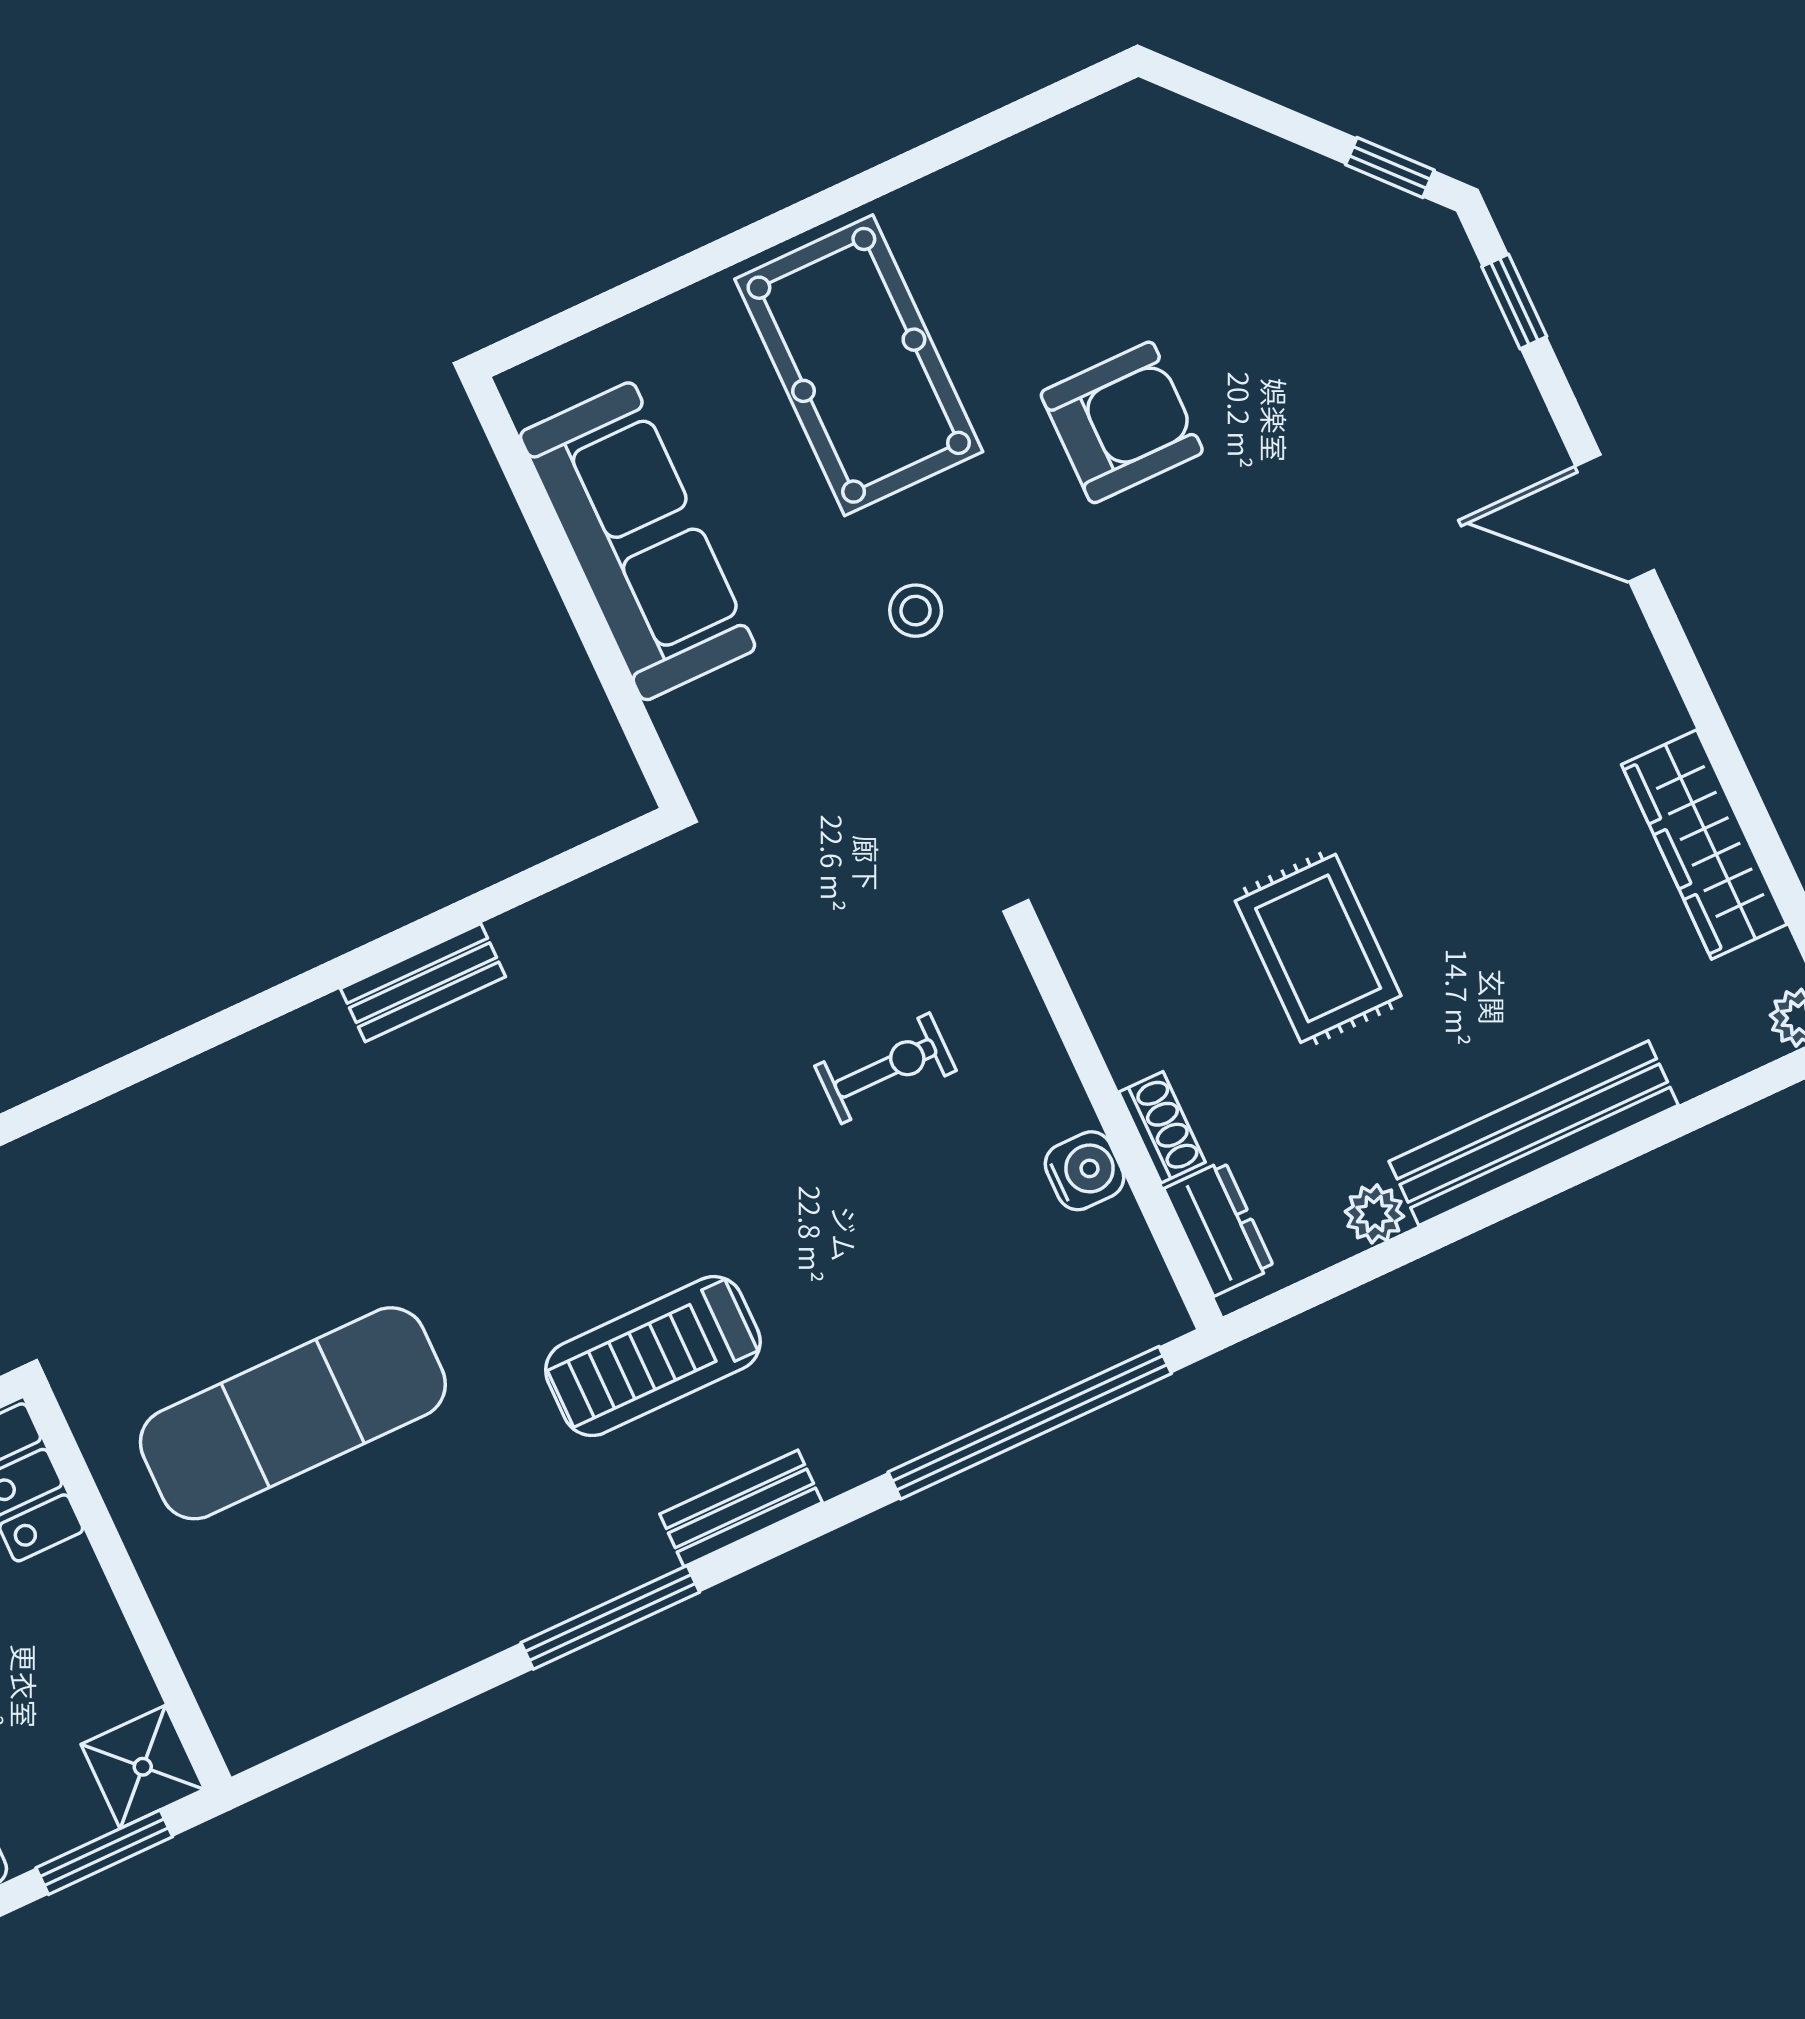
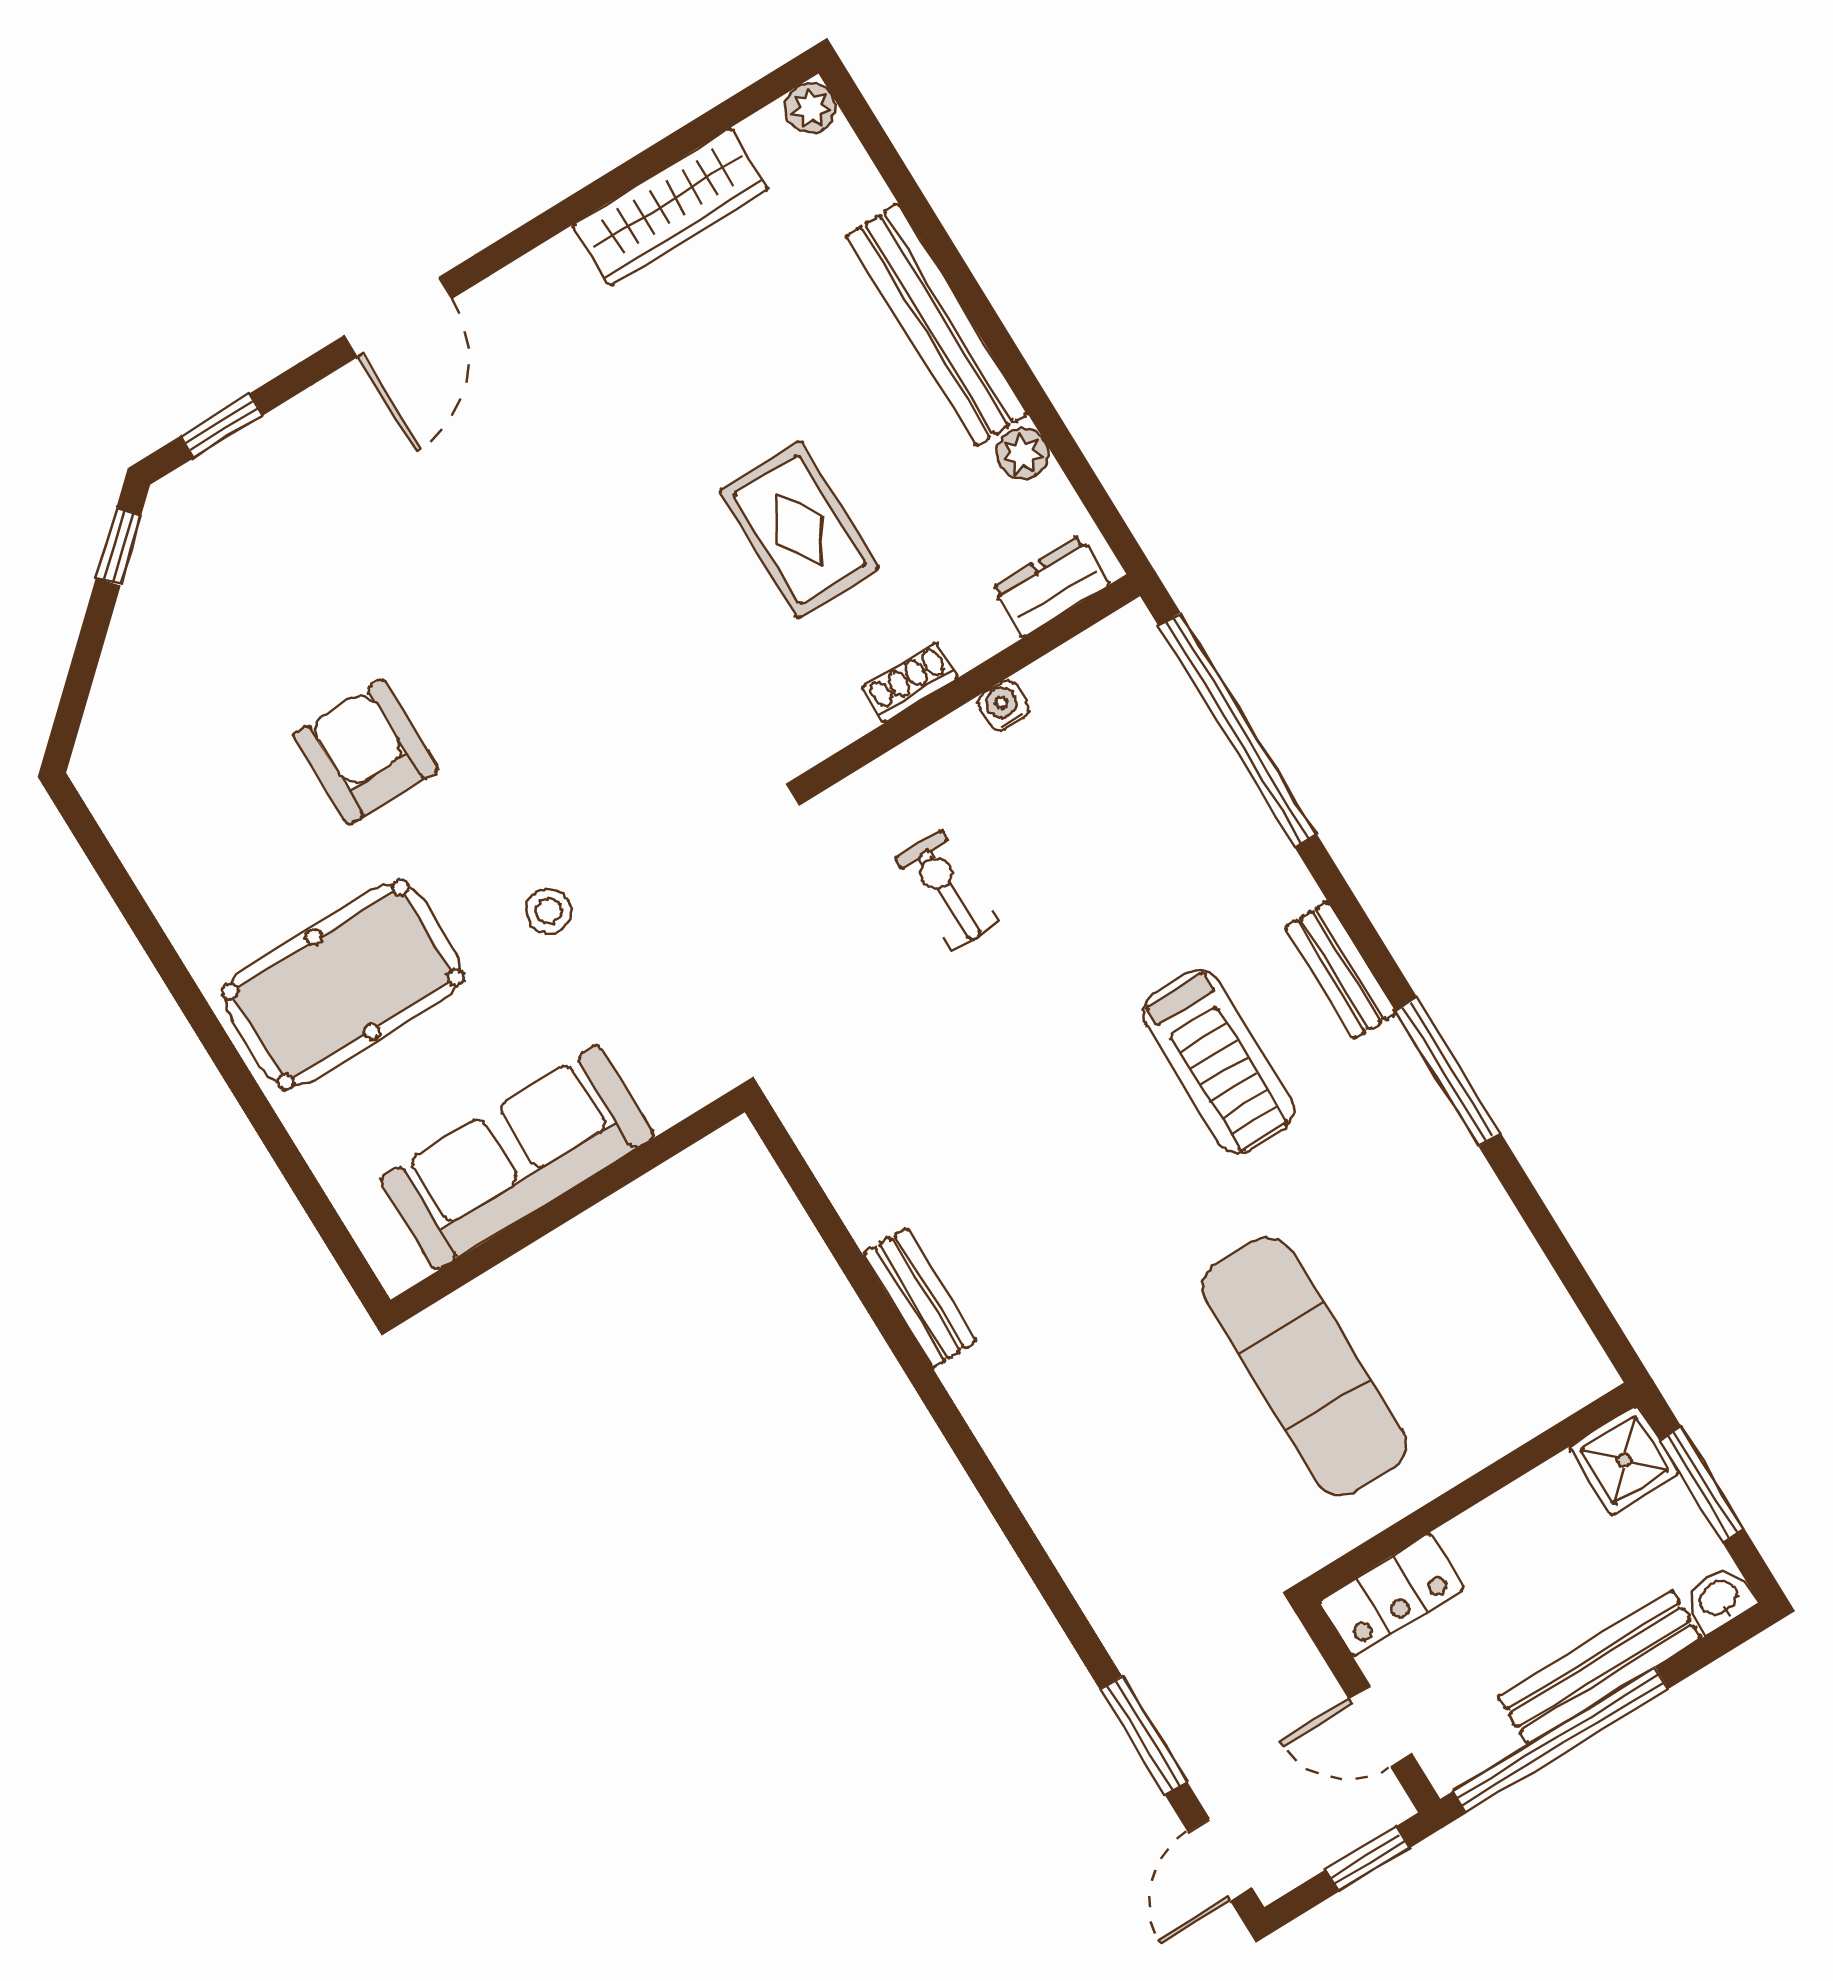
rug: (1318, 948) -> (799, 529), turned 90
shoe rack: (1162, 1127) -> (910, 682), moved
water cooler: (1084, 1171) -> (1003, 706), width x0.72, depth x0.72

